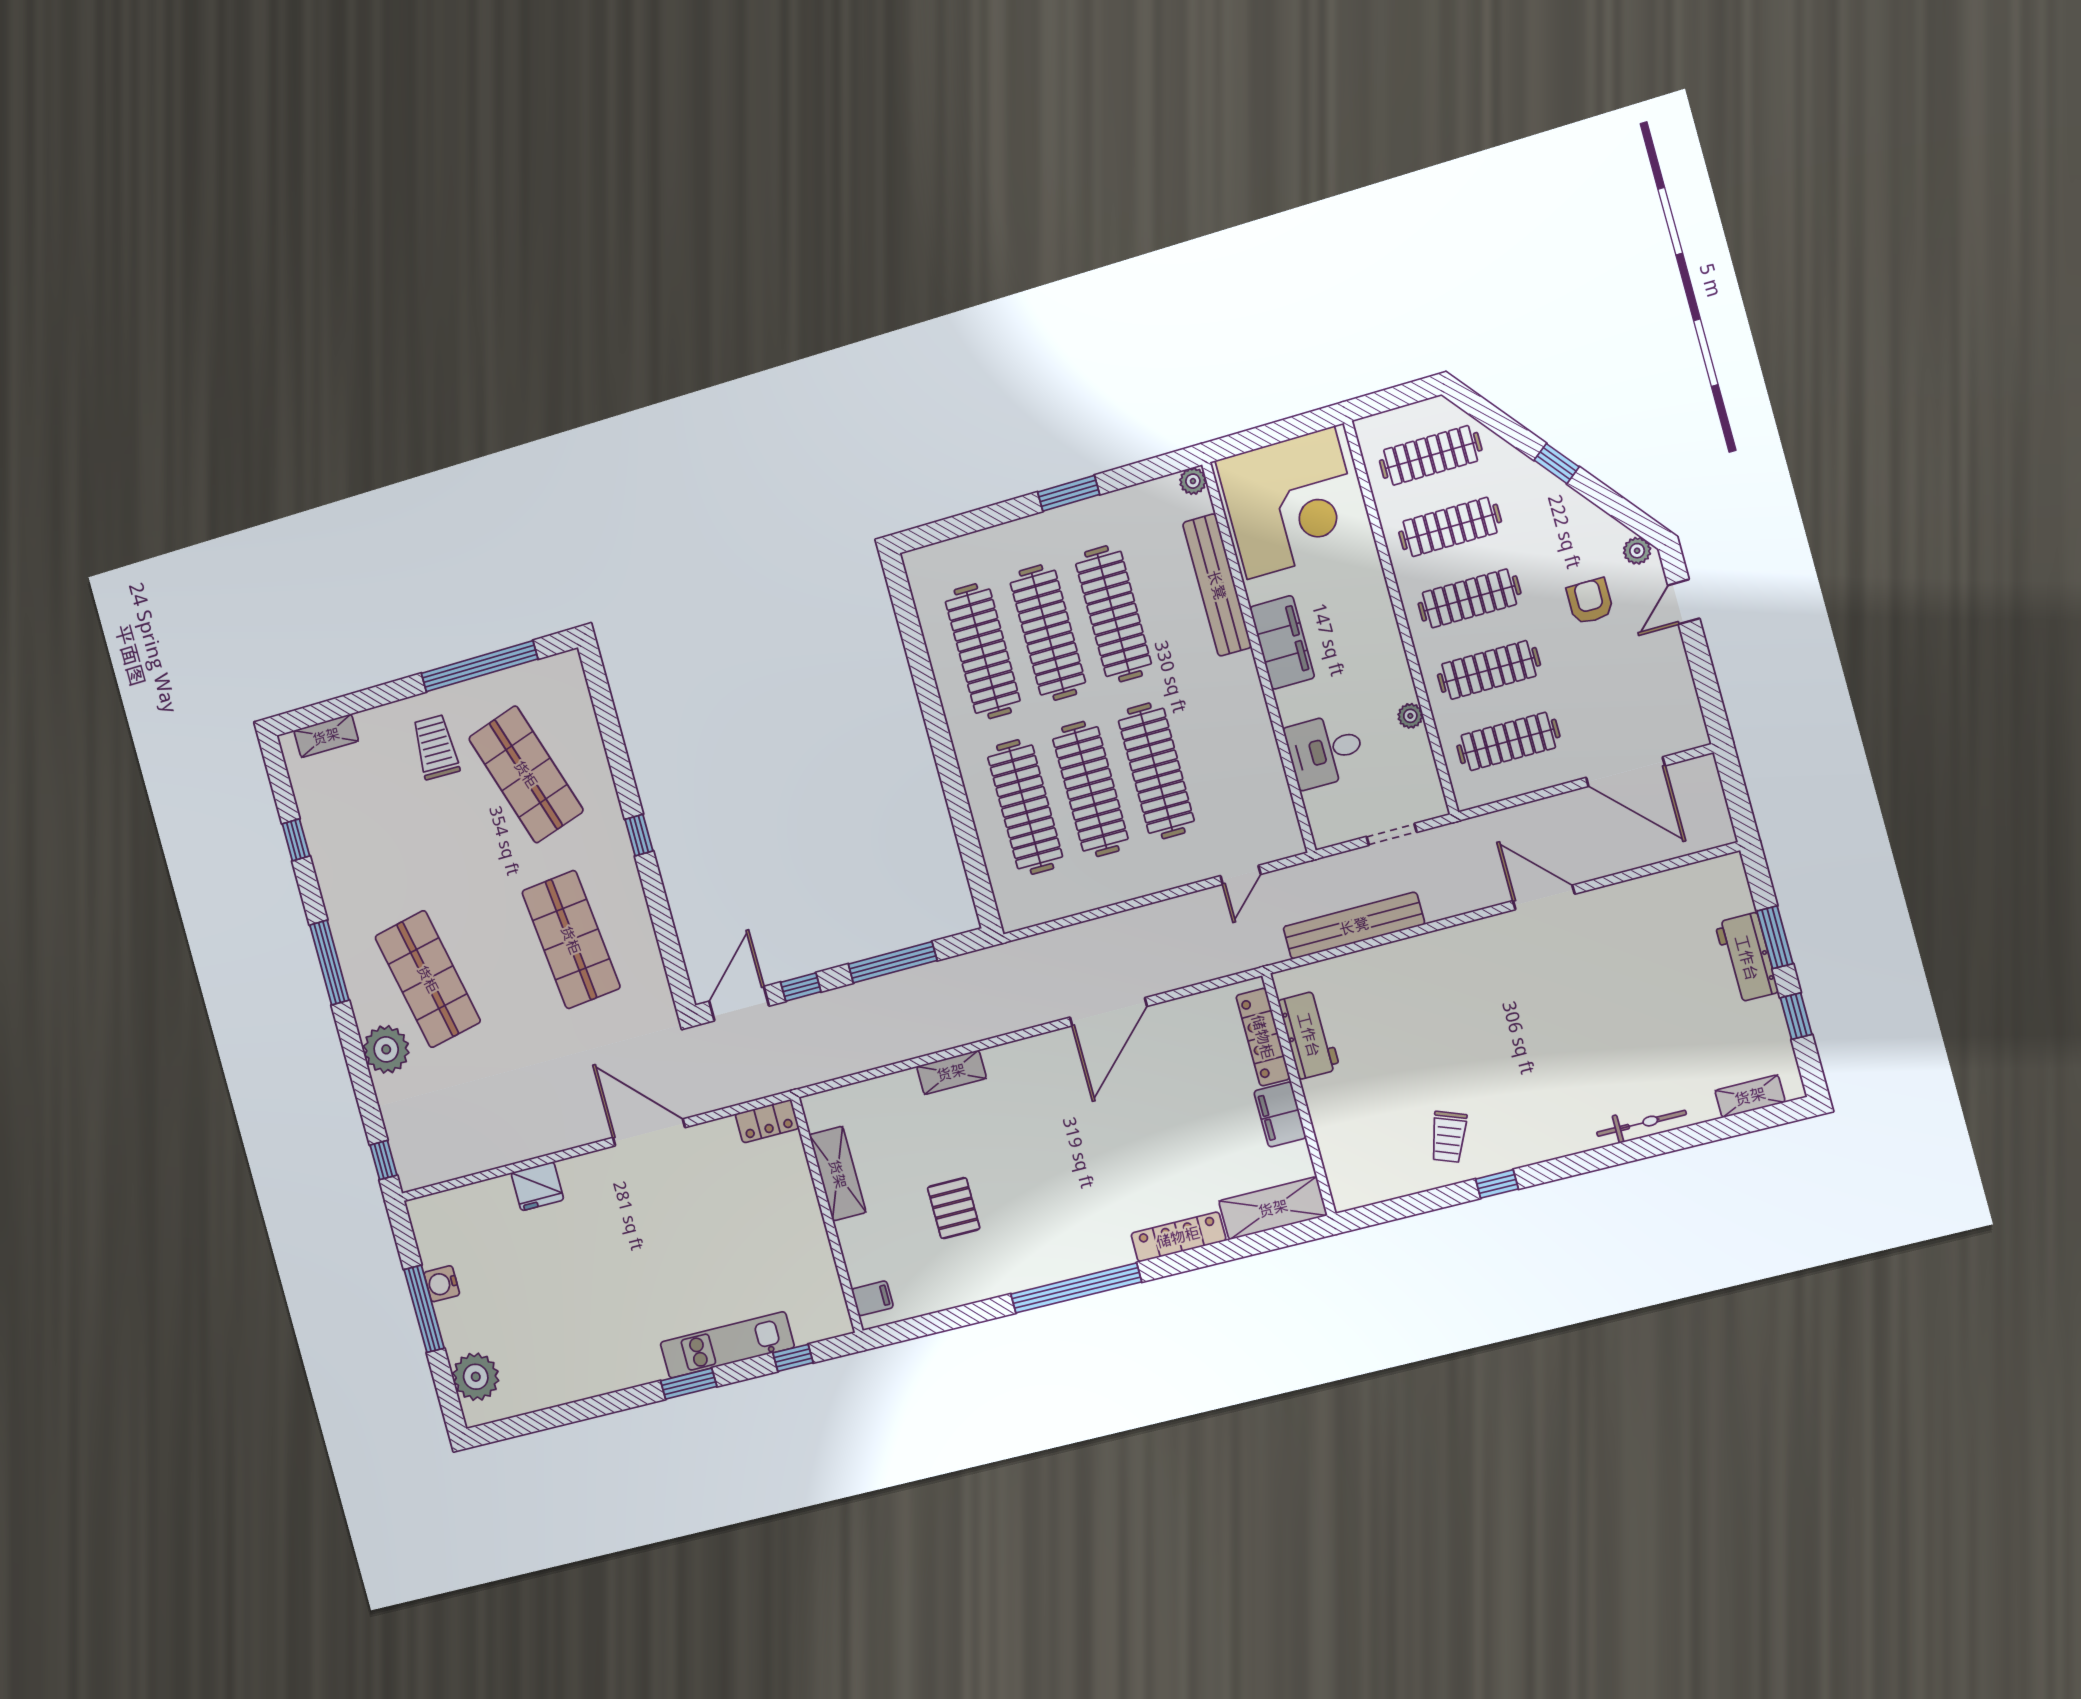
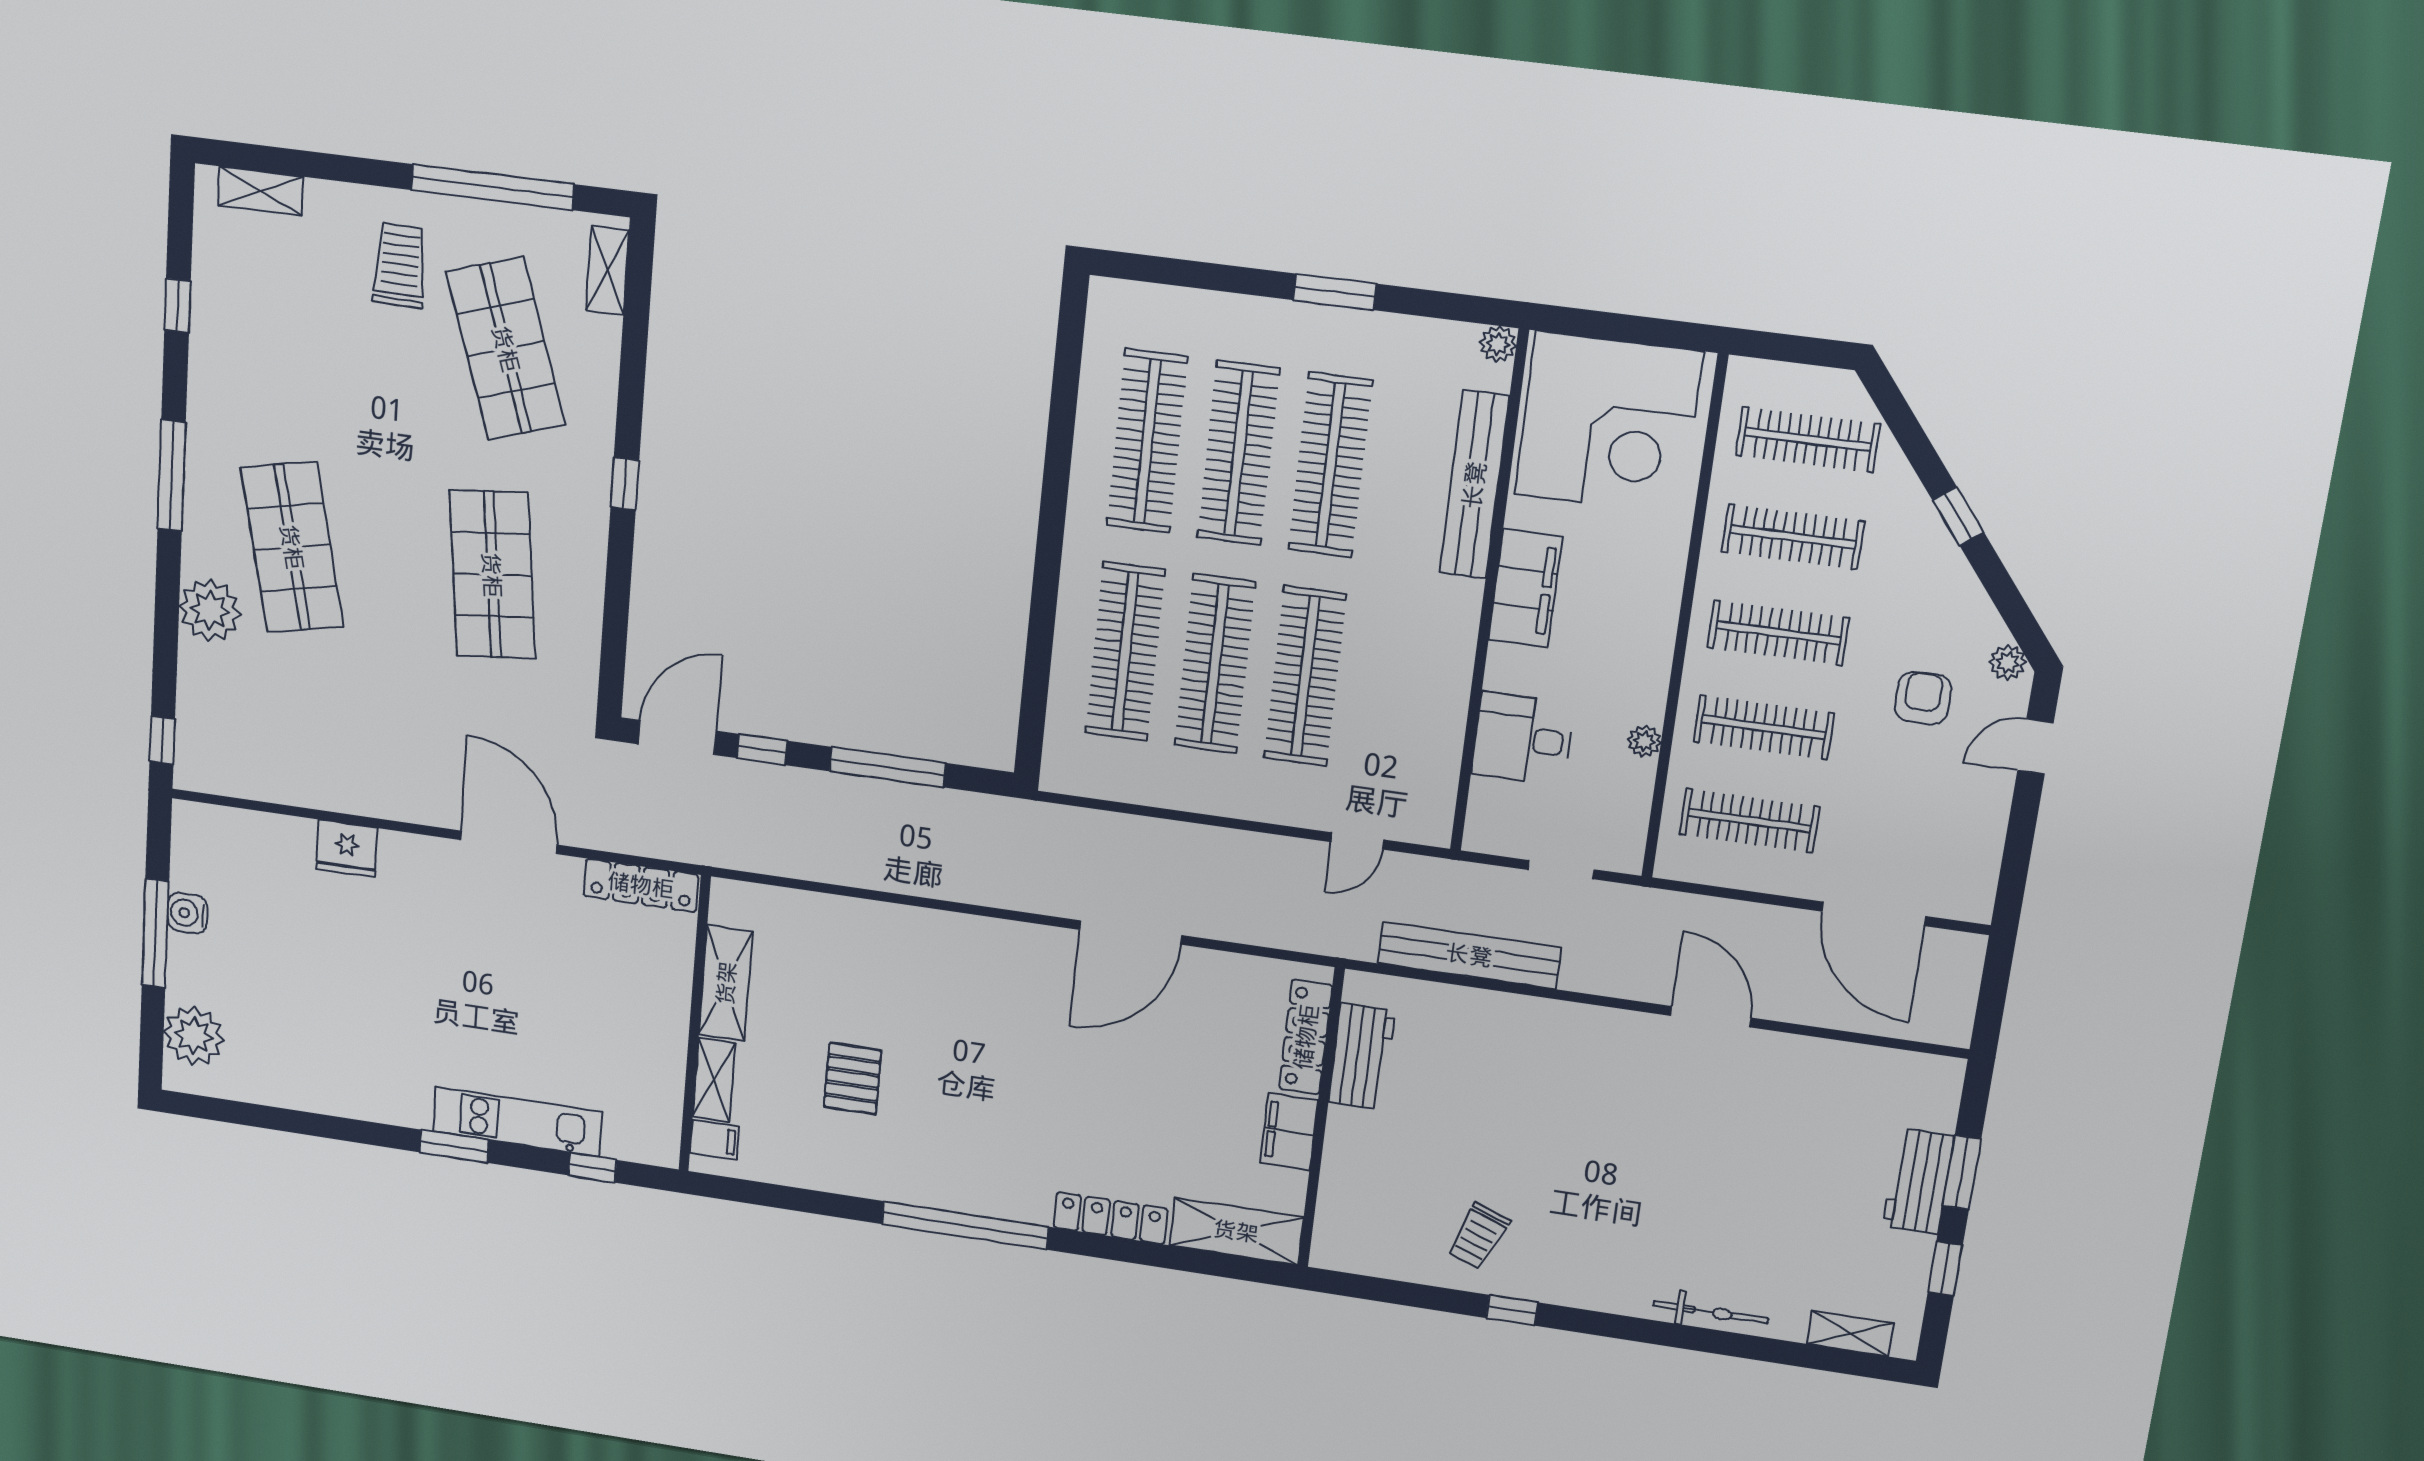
shelving: (576, 690) -> (608, 270), added
shelving: (951, 1072) -> (714, 1080), moved, turned 90
locker: (767, 1121) -> (641, 885), width x1.53

